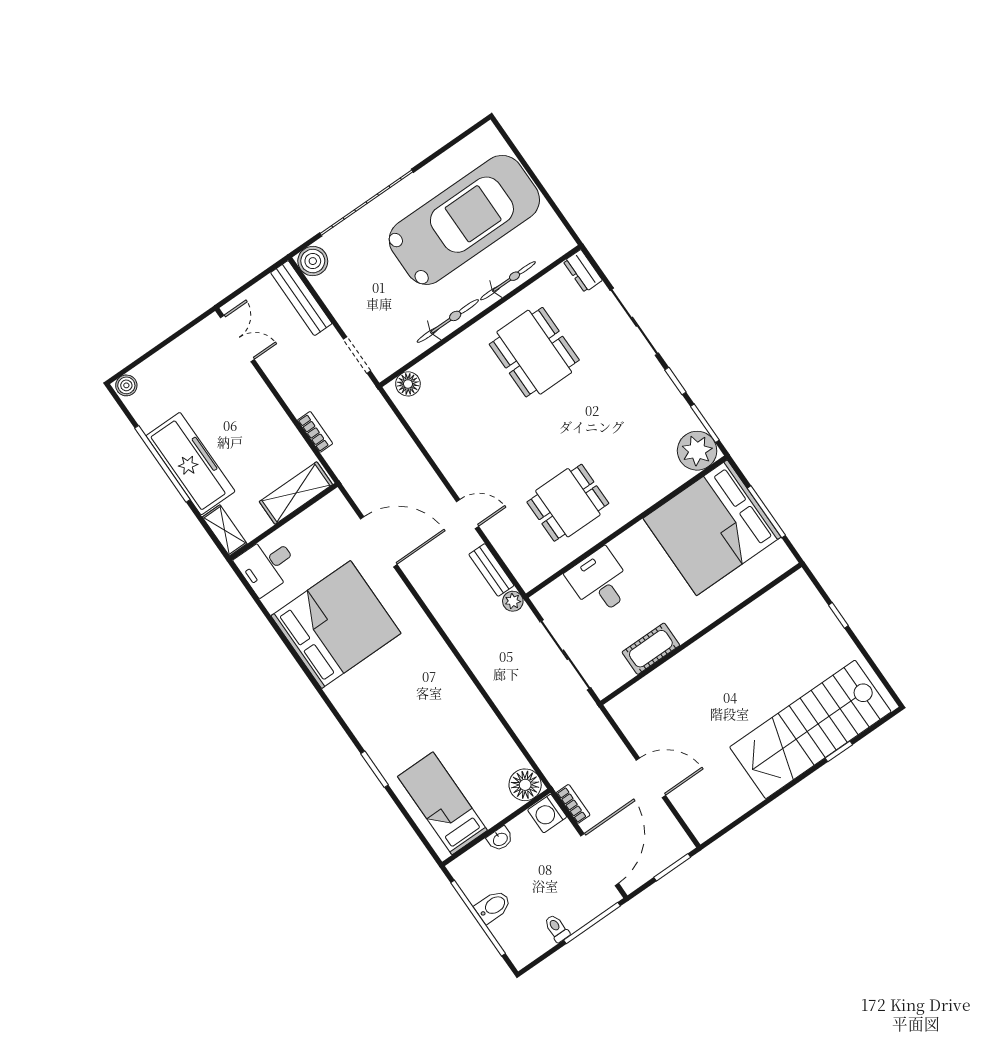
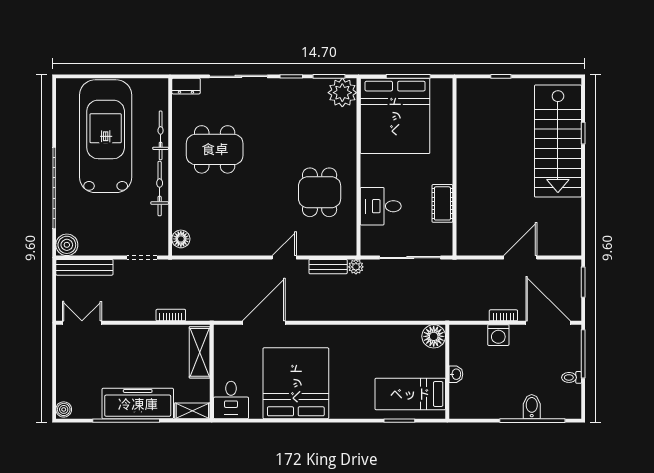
floor lamp: (525, 785) -> (434, 336), moved
bed: (442, 803) -> (410, 394), moved
wall: (496, 827) -> (447, 372), moved
washbasin: (500, 839) -> (456, 374), moved

